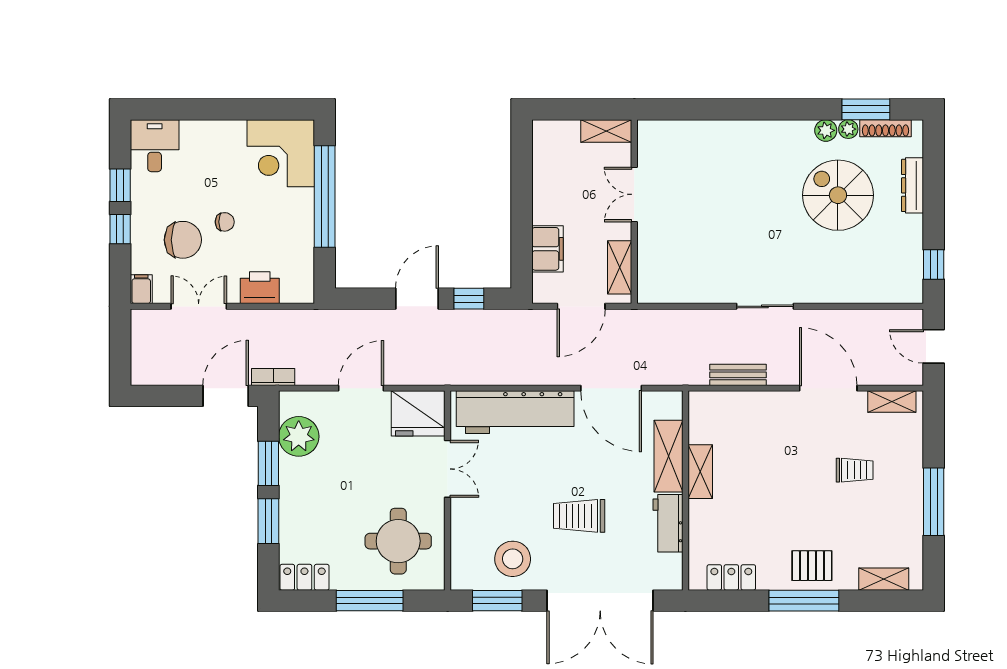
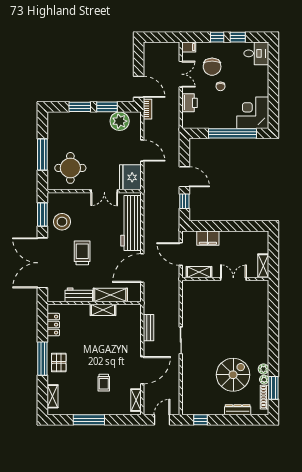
locker: (304, 577) -> (53, 124), removed

